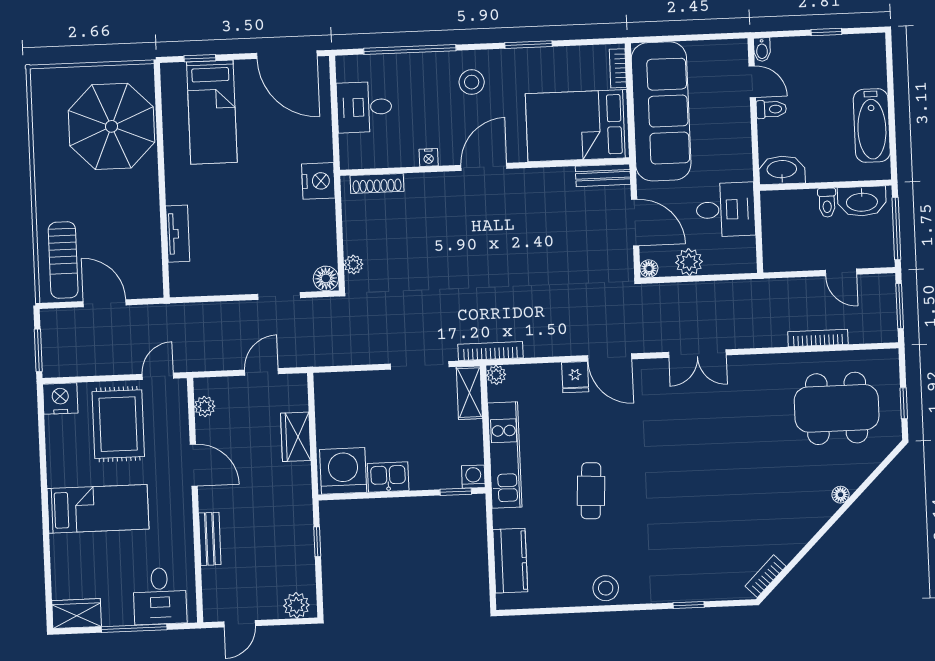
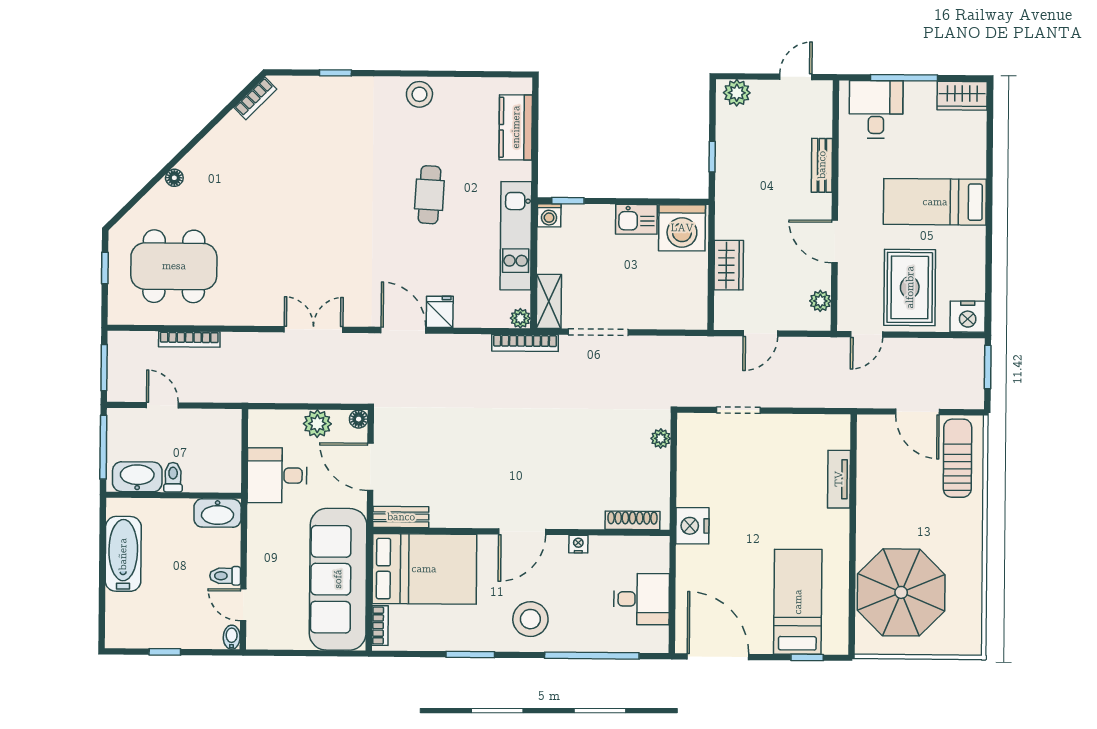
stool: (472, 82) -> (530, 619), width x1.38, depth x1.38
floor lamp: (326, 278) -> (690, 426), removed

